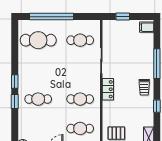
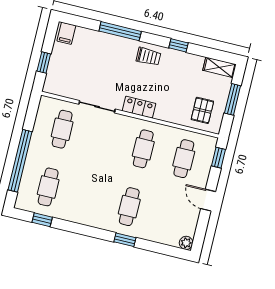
cafe table: (38, 40) -> (48, 187), width x0.73, depth x0.74
window: (15, 81) -> (42, 220), moved

